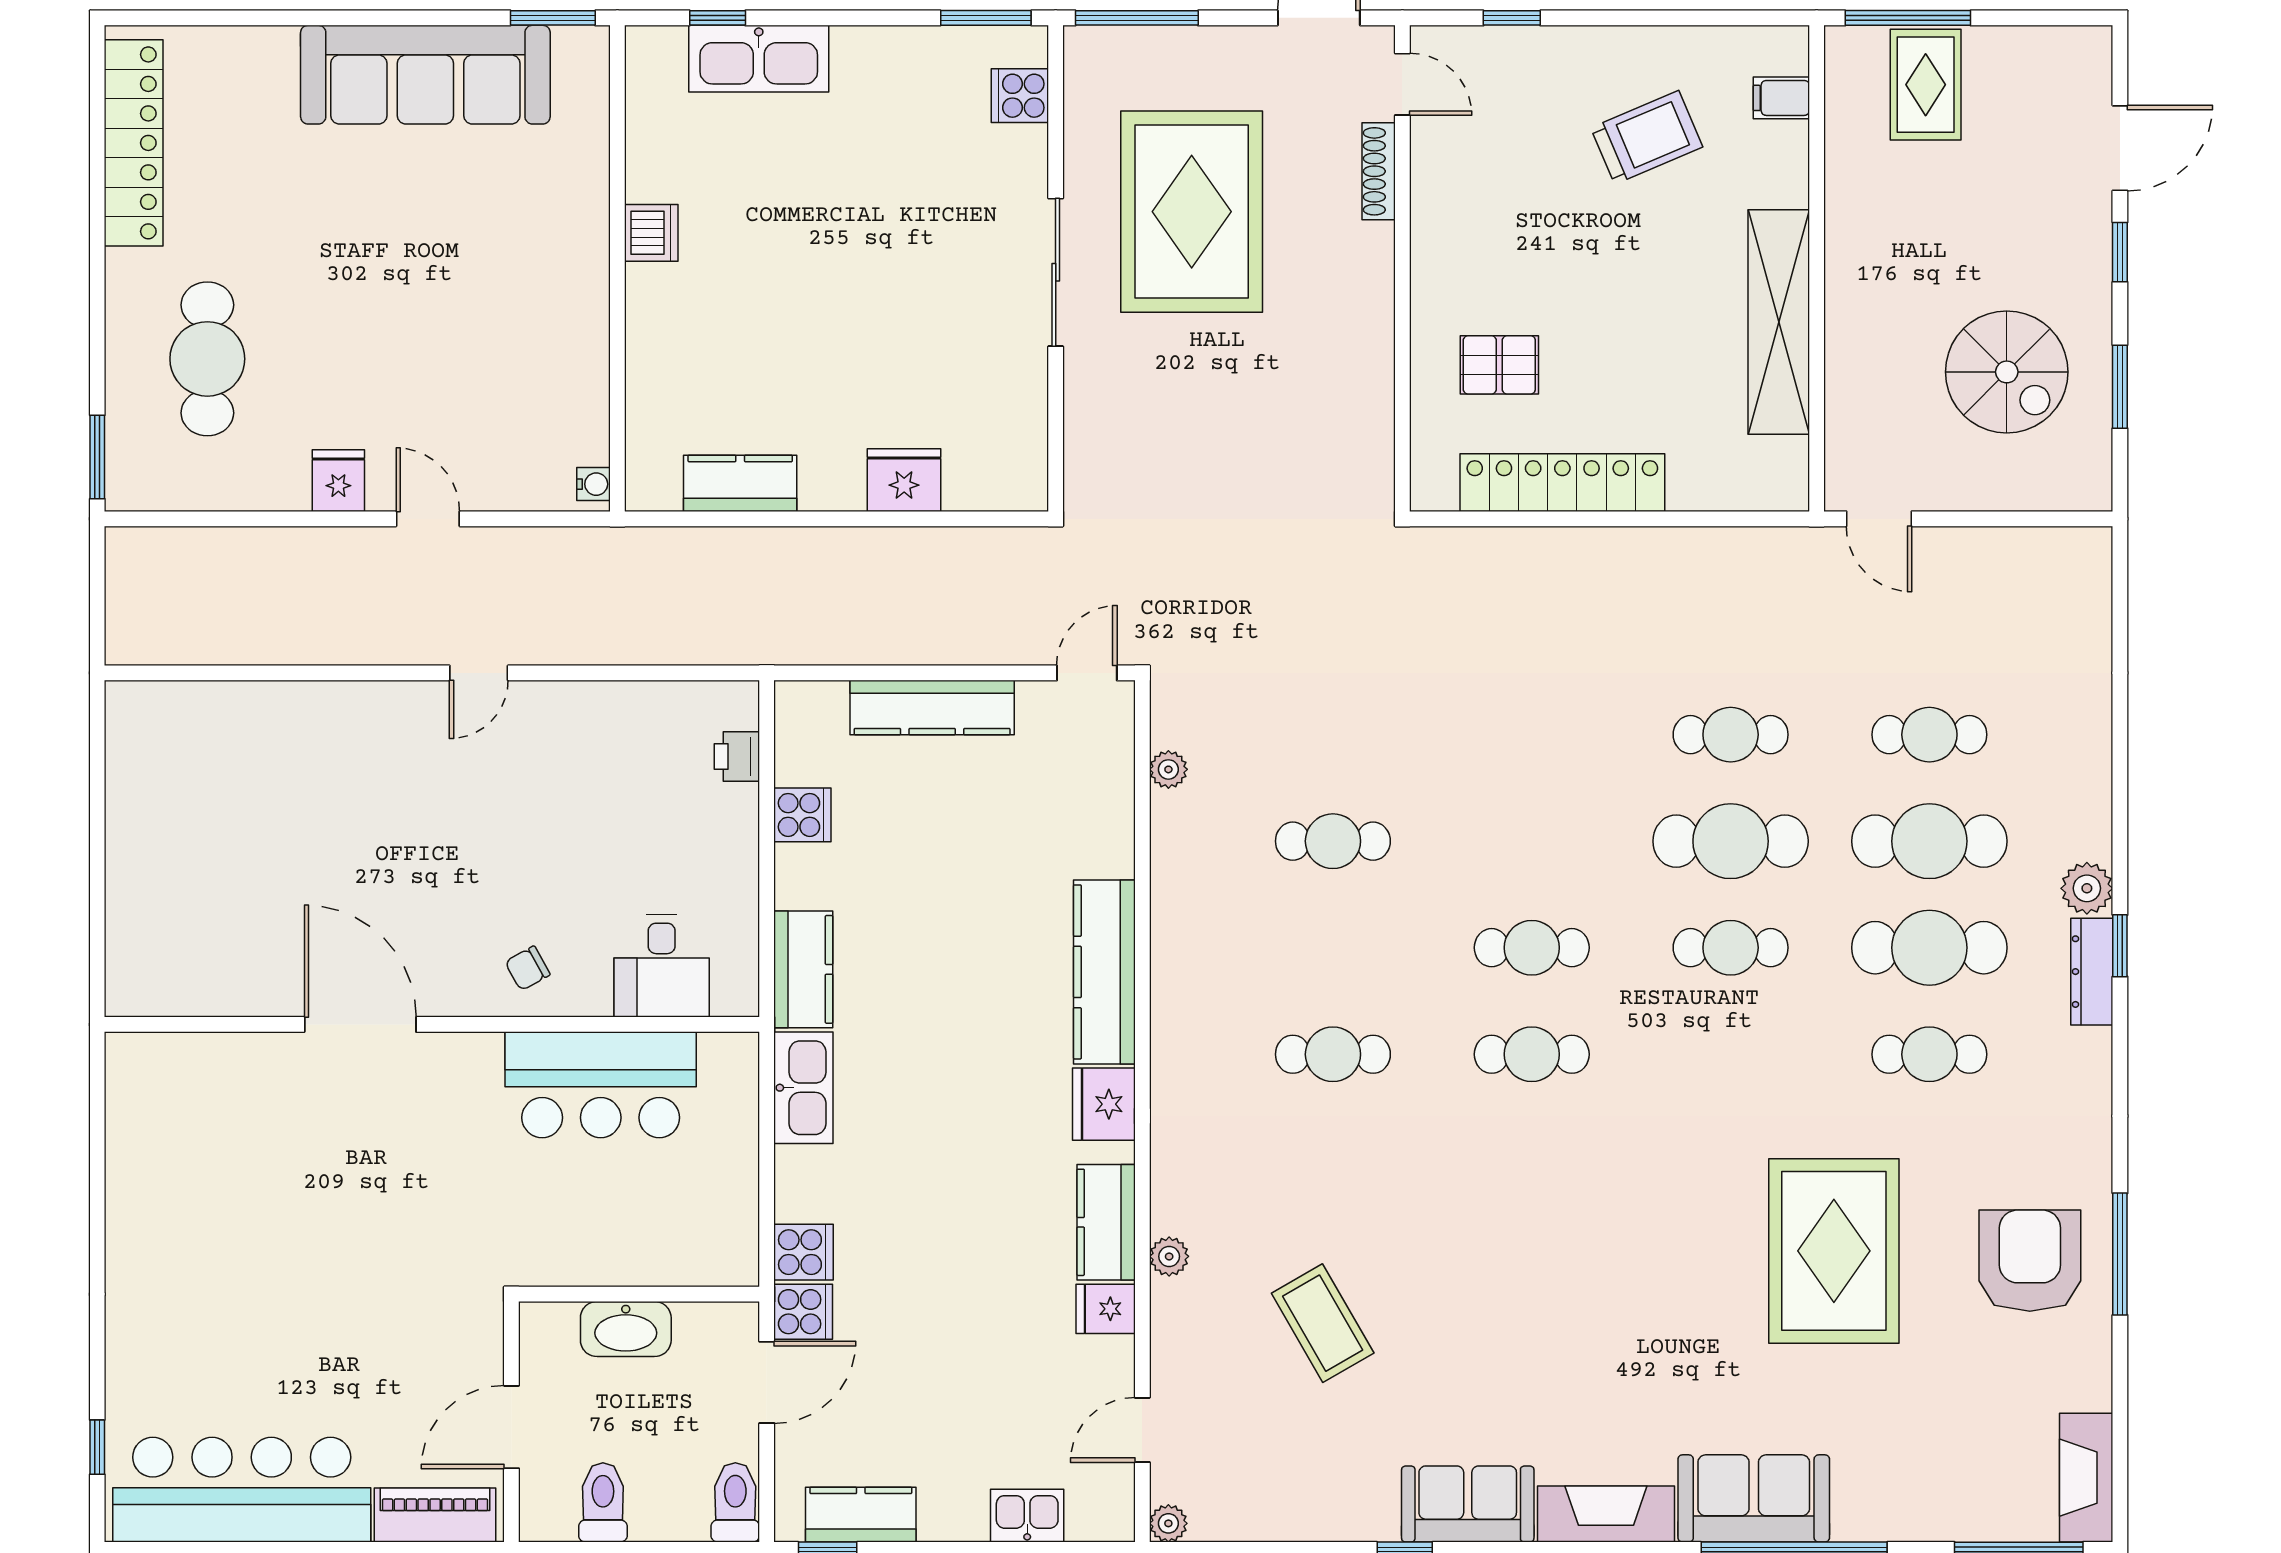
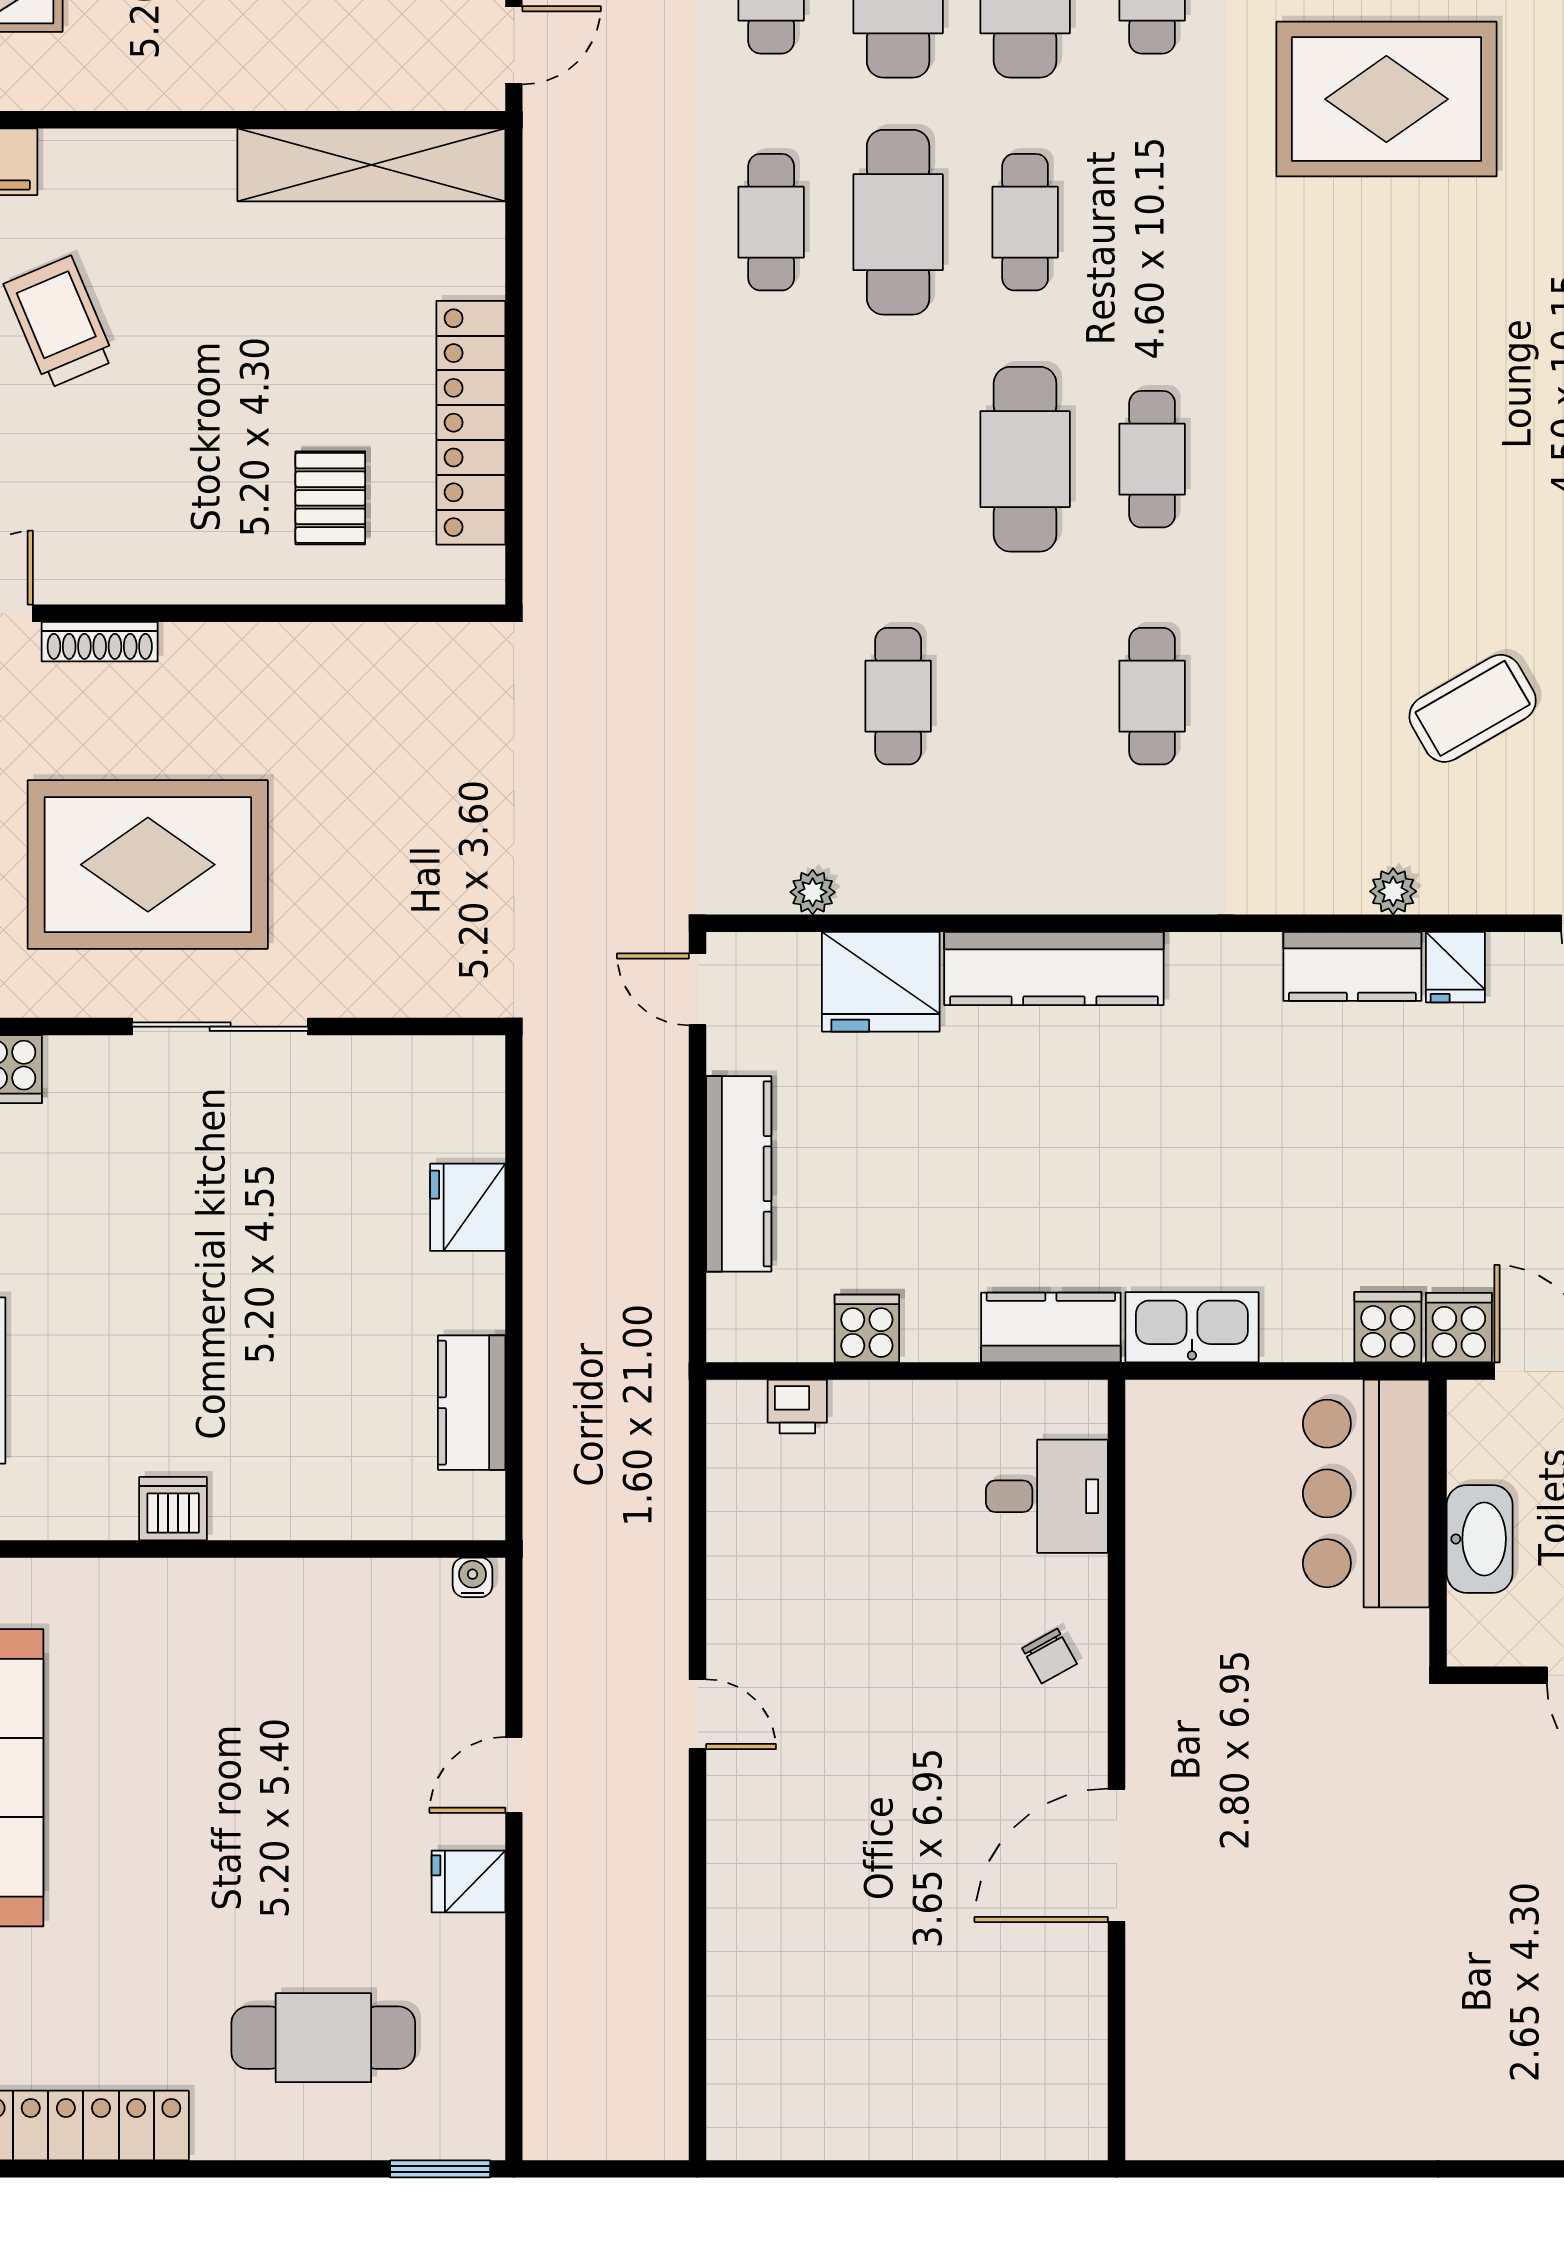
shelving: (1779, 322) -> (371, 165), moved
cafe table: (1532, 948) -> (1025, 459), width x1.37, depth x1.35
bar counter: (601, 1085) -> (1366, 1493), moved, turned 180
fridge: (1104, 1104) -> (881, 982), moved, width x1.36, depth x1.34

